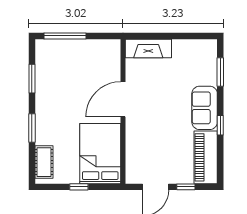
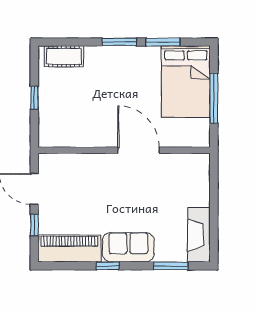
window: (65, 36) -> (214, 98), moved
fireplace: (148, 48) -> (199, 235), moved
window: (32, 128) -> (119, 42), moved
bed: (100, 154) -> (186, 82), moved, turned 90

